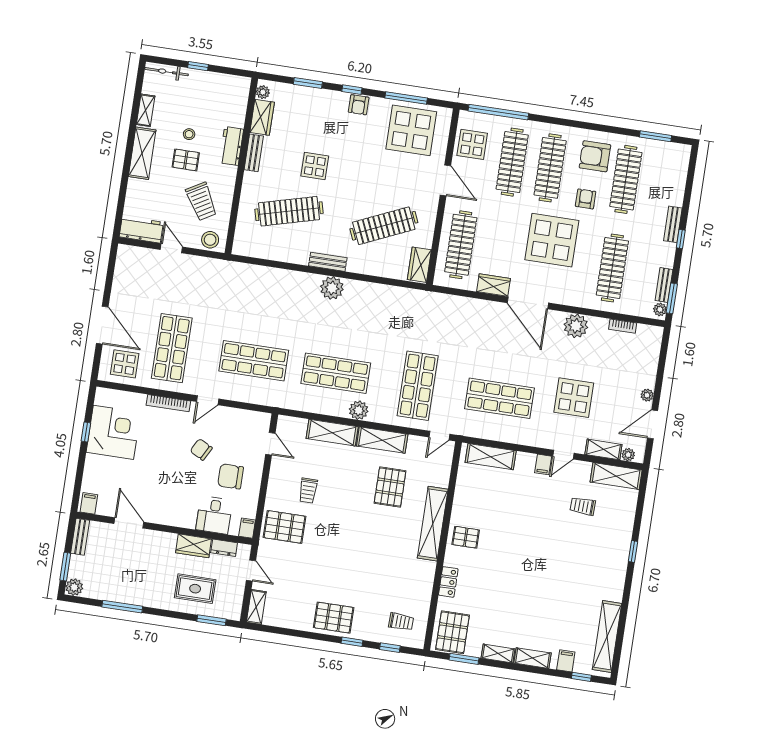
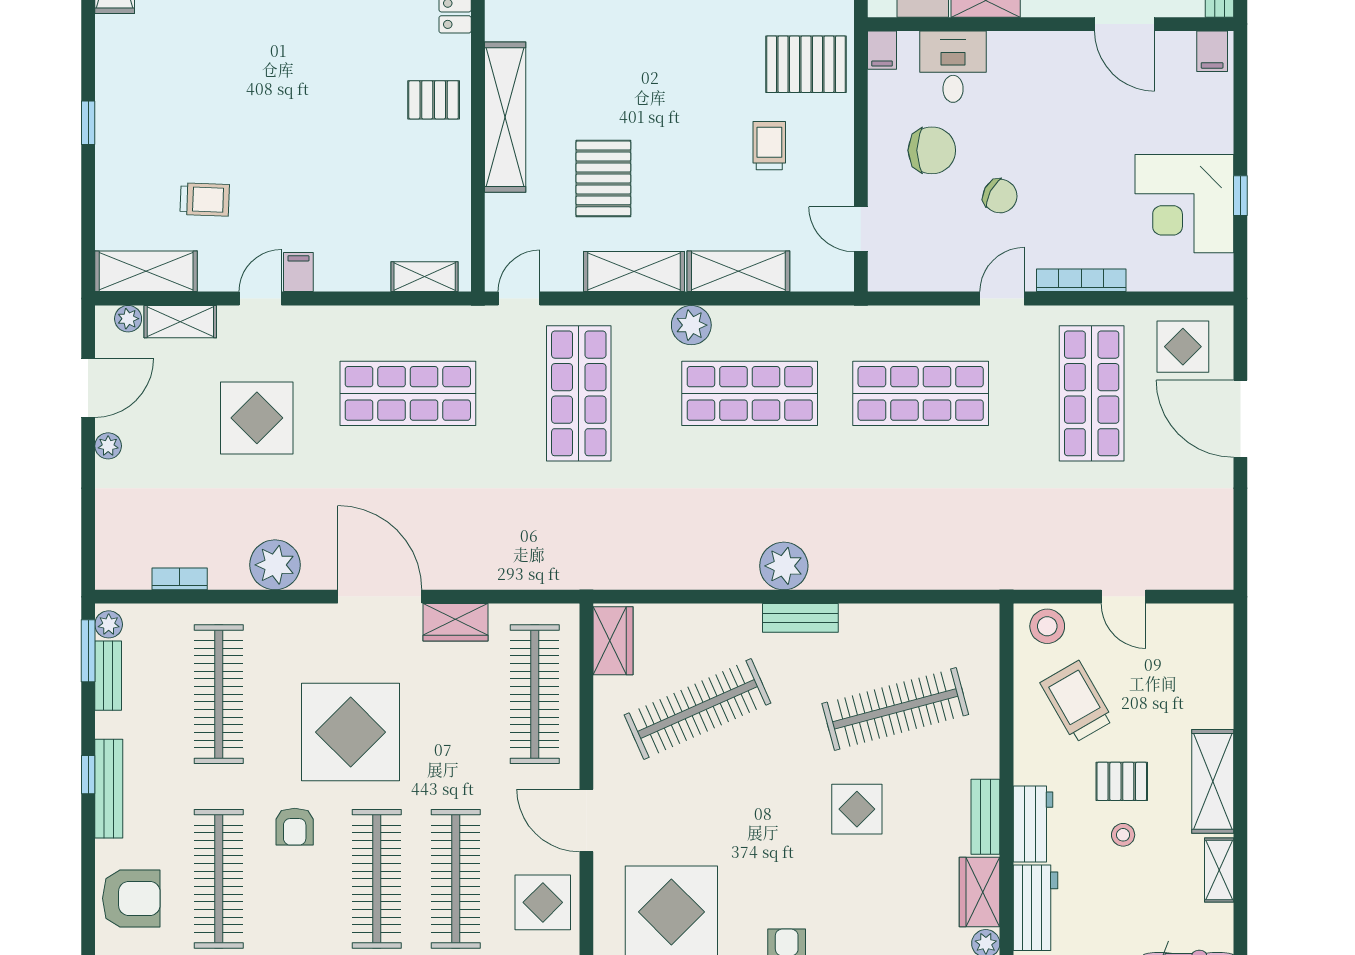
armchair: (595, 156) -> (131, 898), moved
bench: (673, 224) -> (109, 789), width x1.36
workbench: (141, 230) -> (1035, 908), moved, turned -90
shelving: (491, 457) -> (425, 277), width x0.67, depth x0.75

